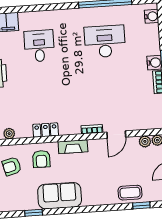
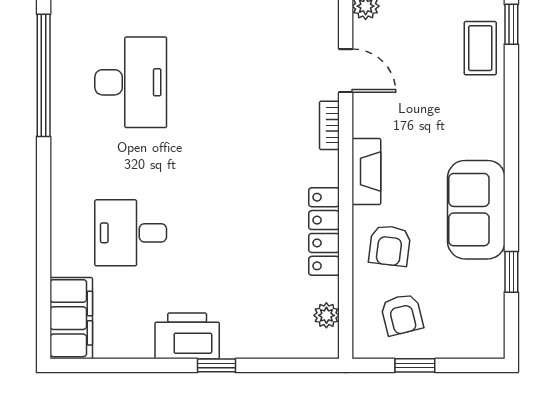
desk: (105, 41) -> (131, 82), turned 180
locker: (46, 130) -> (324, 232), width x1.53
armchair: (41, 159) -> (390, 246), turned 97

